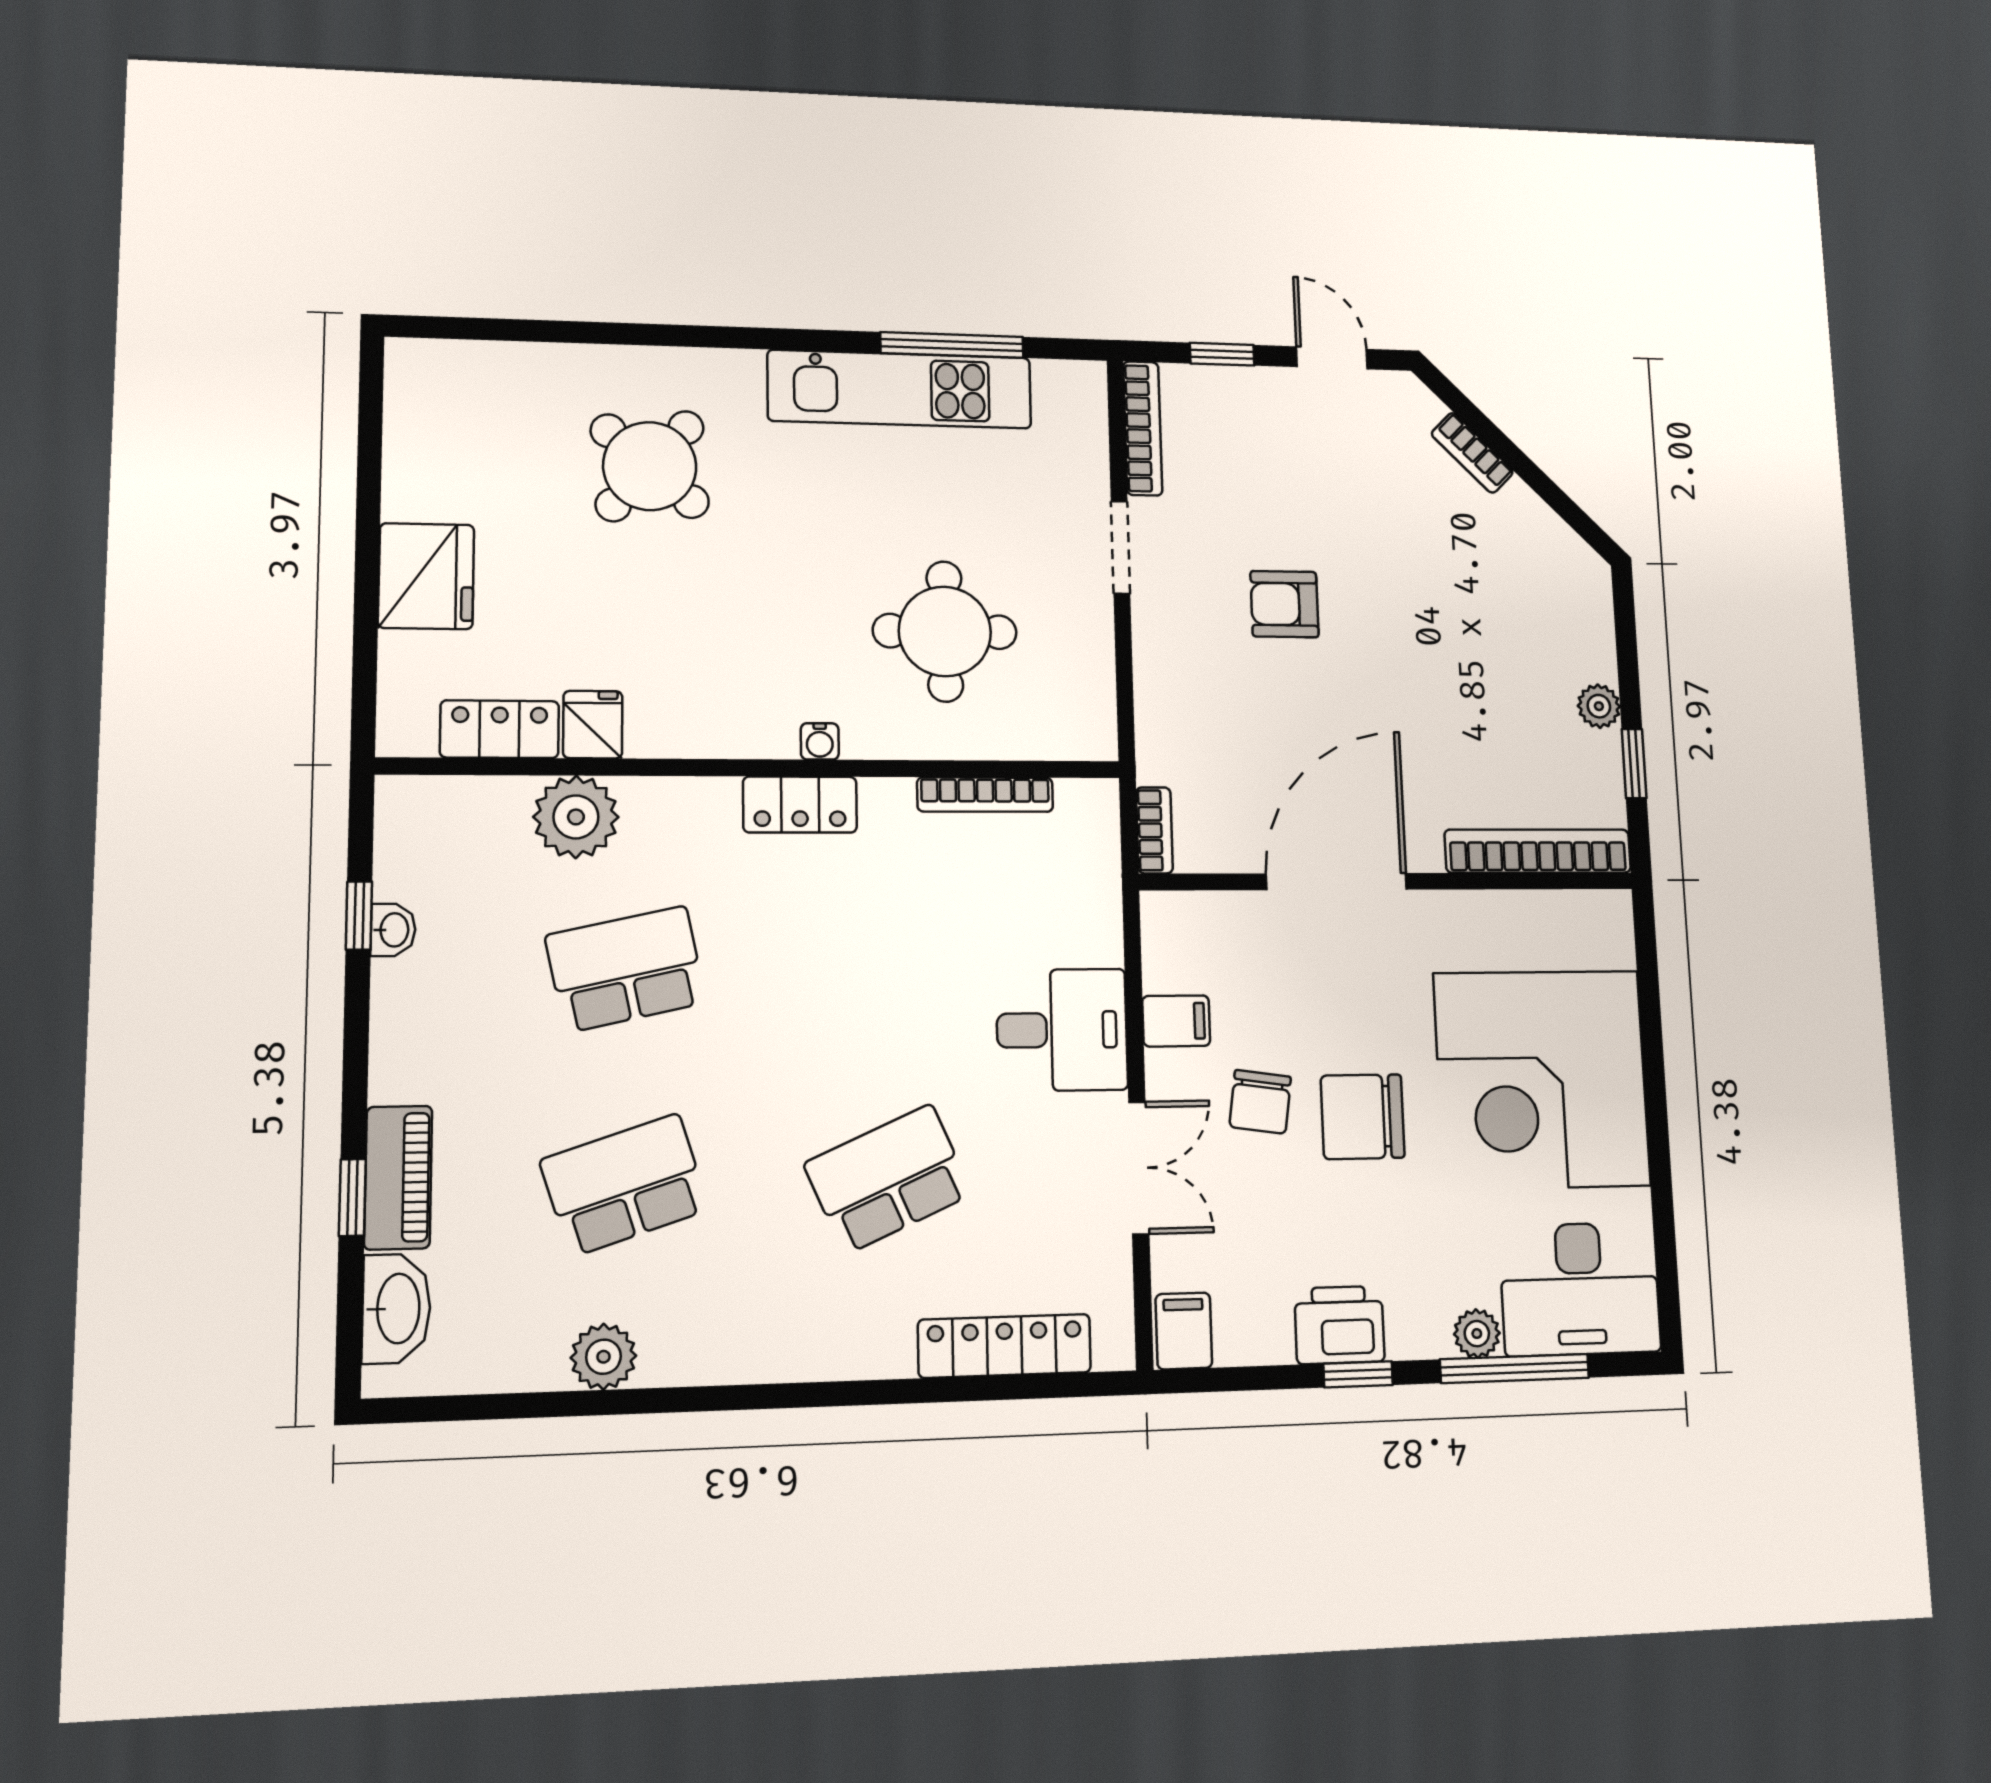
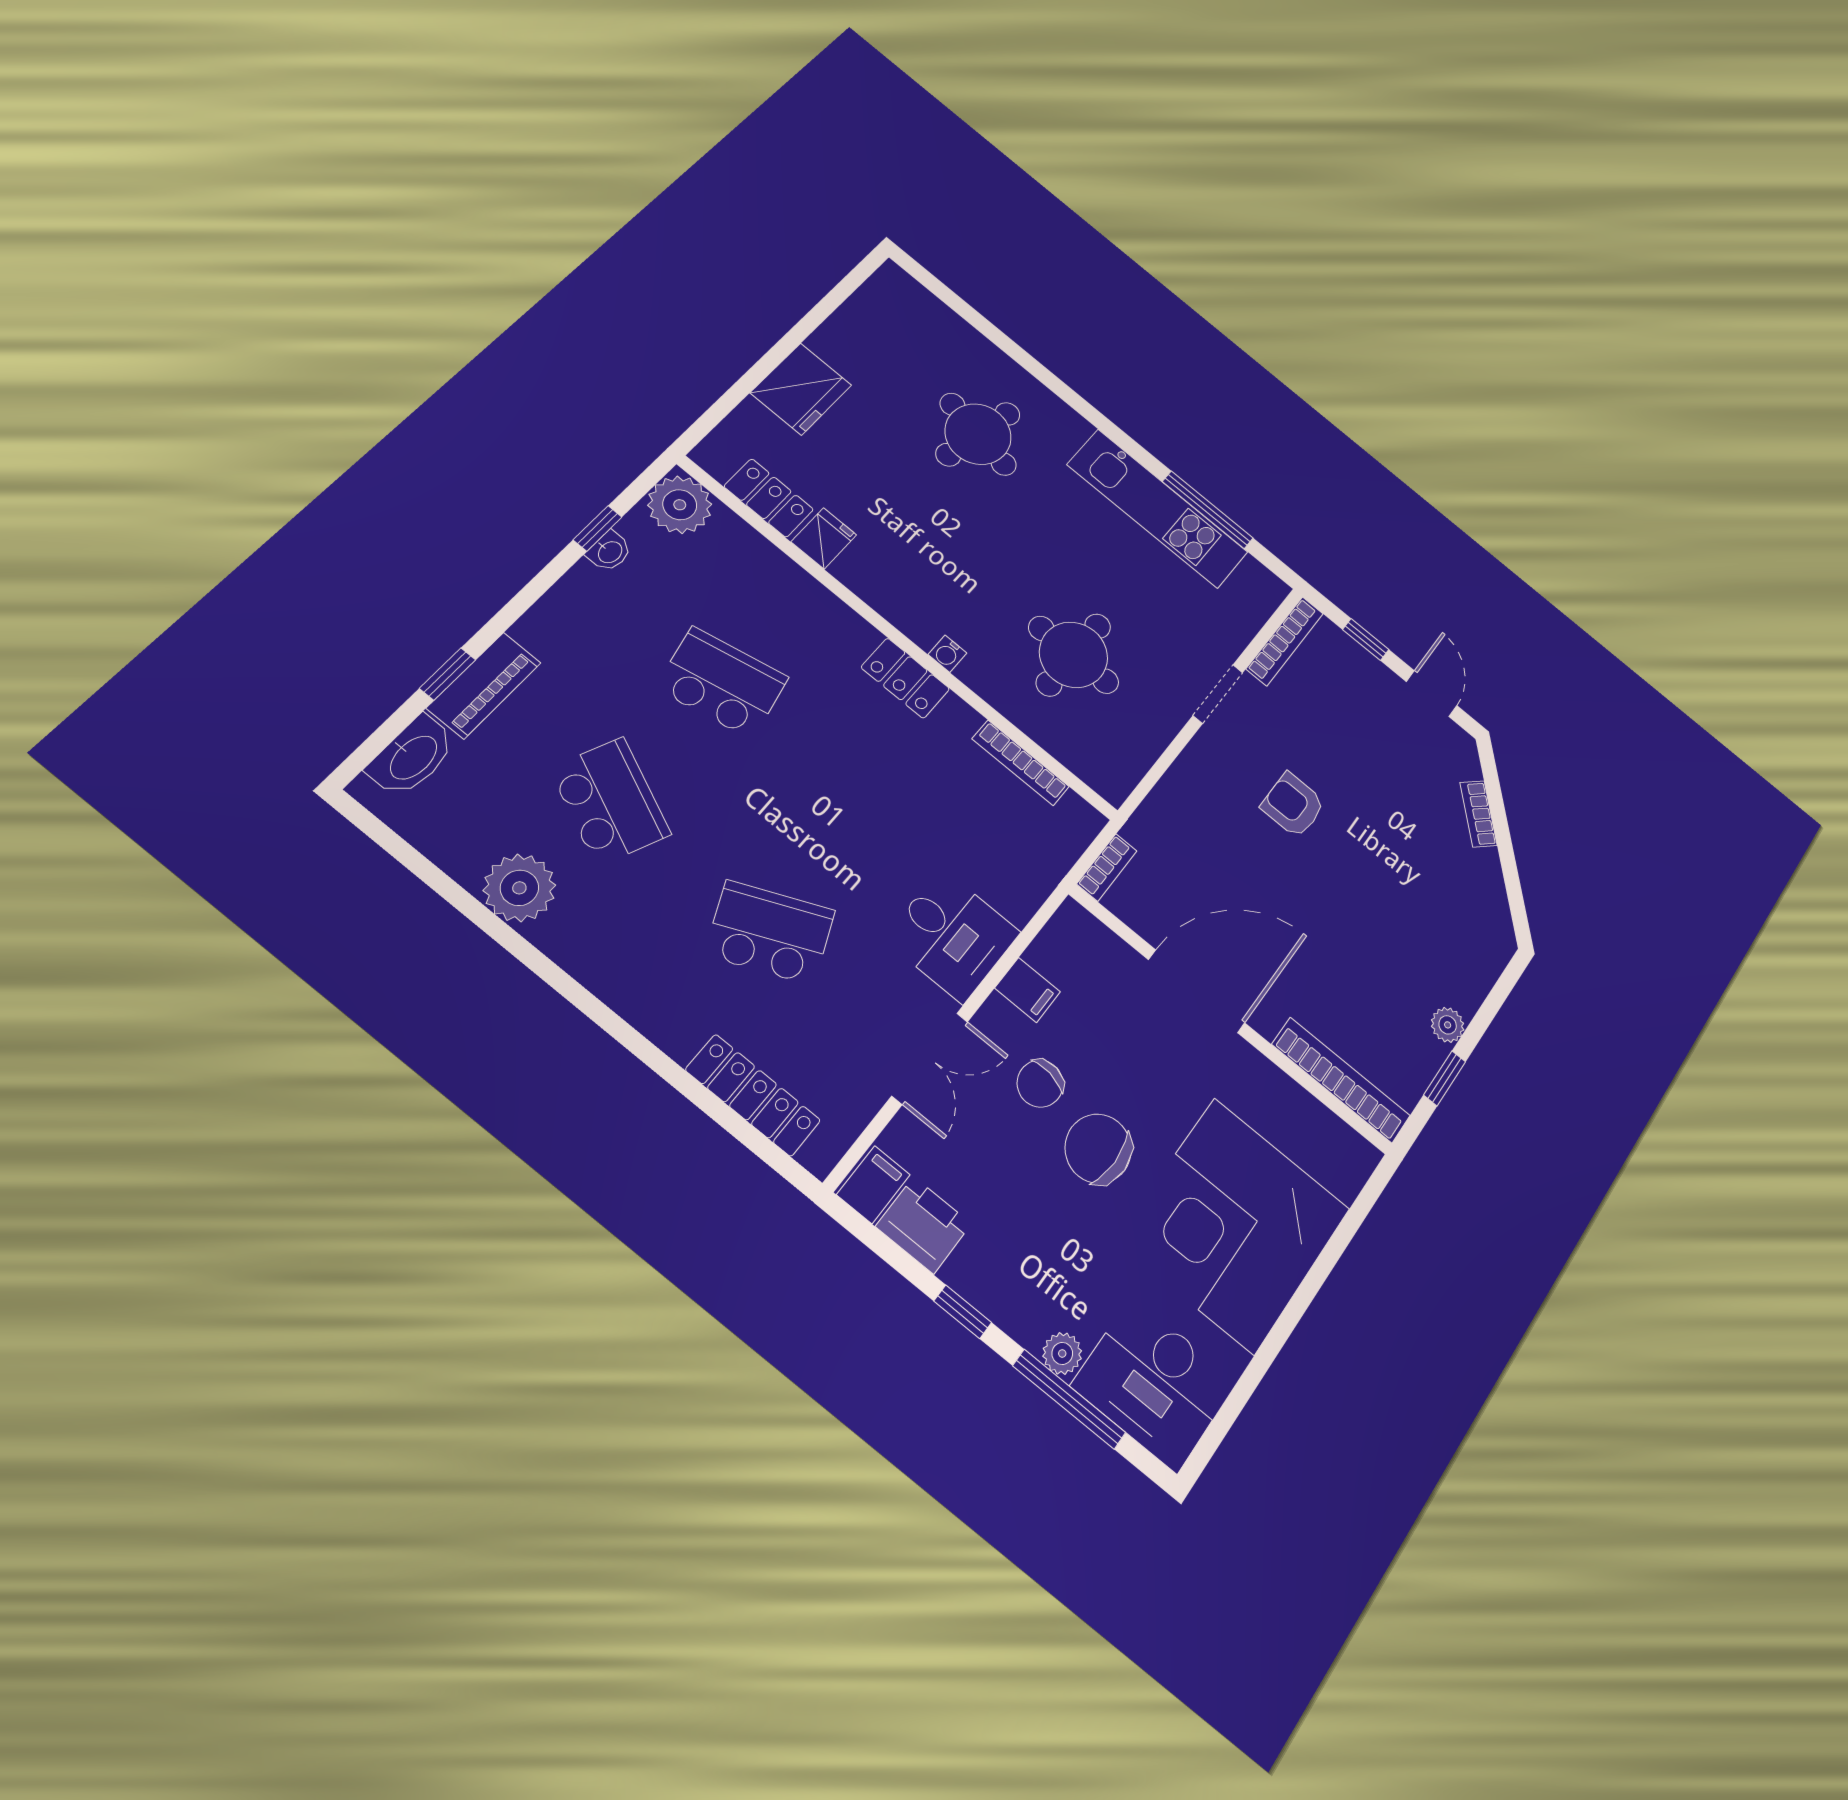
round table: (650, 466) -> (978, 434), turned -30
plant: (576, 817) -> (680, 505), moved
school desk: (625, 1185) -> (610, 801), turned 42
printer: (1339, 1325) -> (924, 1225), moved
plant: (603, 1357) -> (519, 888), width x1.36, depth x1.36

